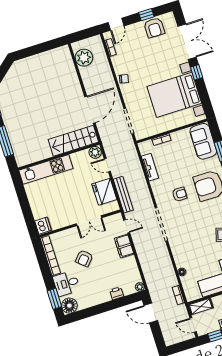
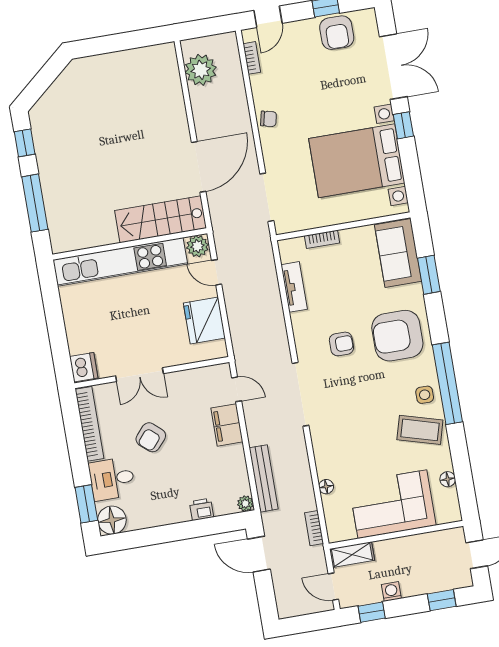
kitchen unit: (46, 169) -> (120, 262), width x1.36
bench: (123, 195) -> (264, 478), moved
double door: (89, 221) -> (139, 375), moved

